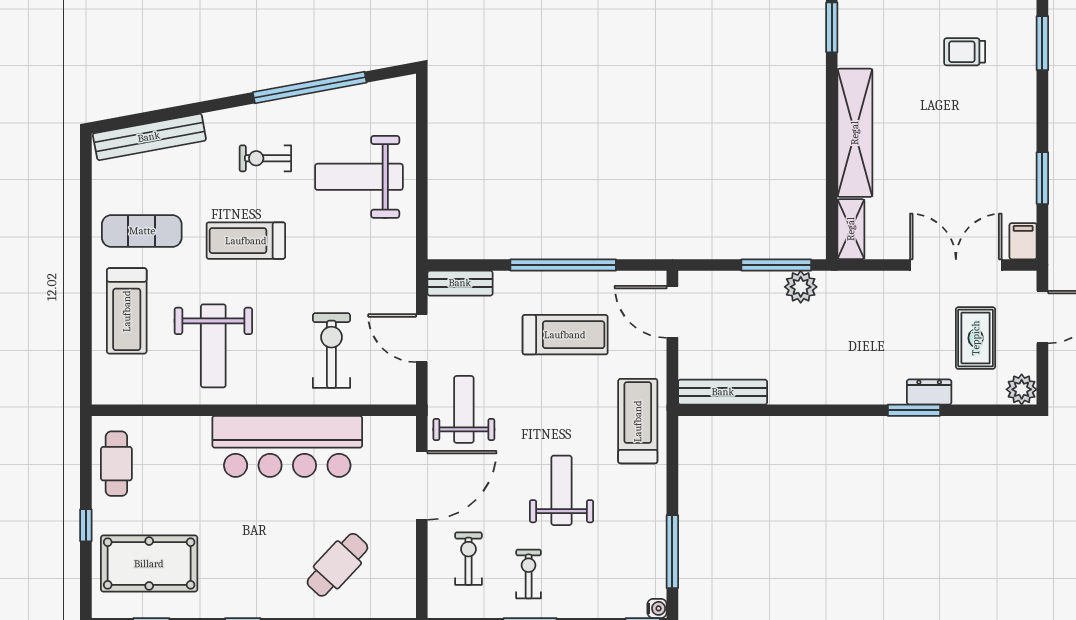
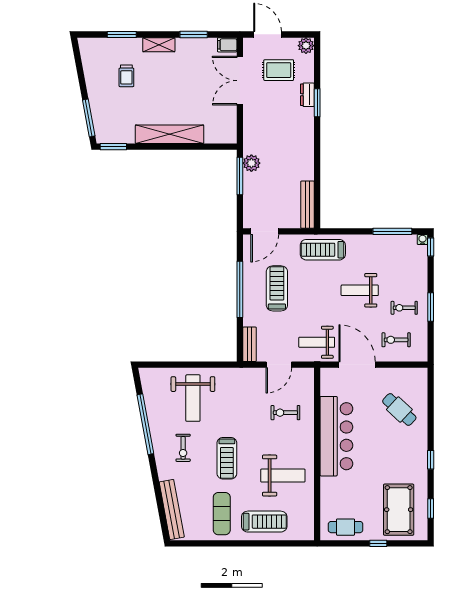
shelving: (851, 229) -> (159, 45), moved
exercise bike: (331, 351) -> (285, 413), width x0.73, depth x0.72

